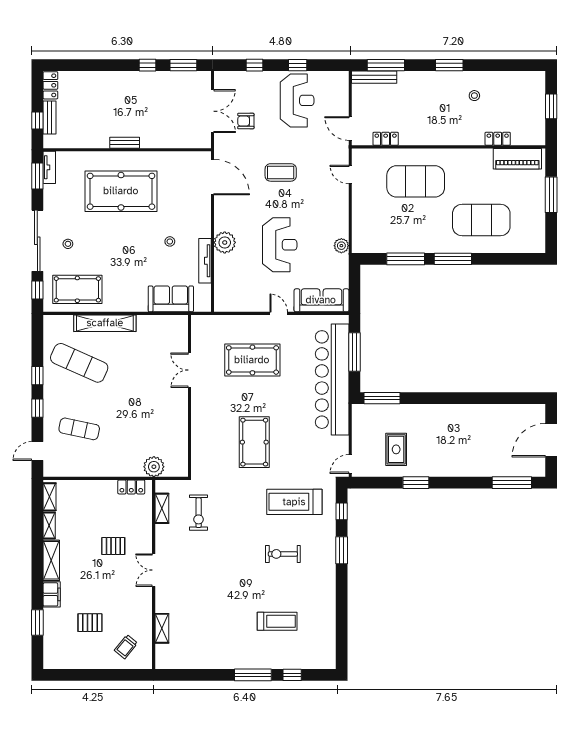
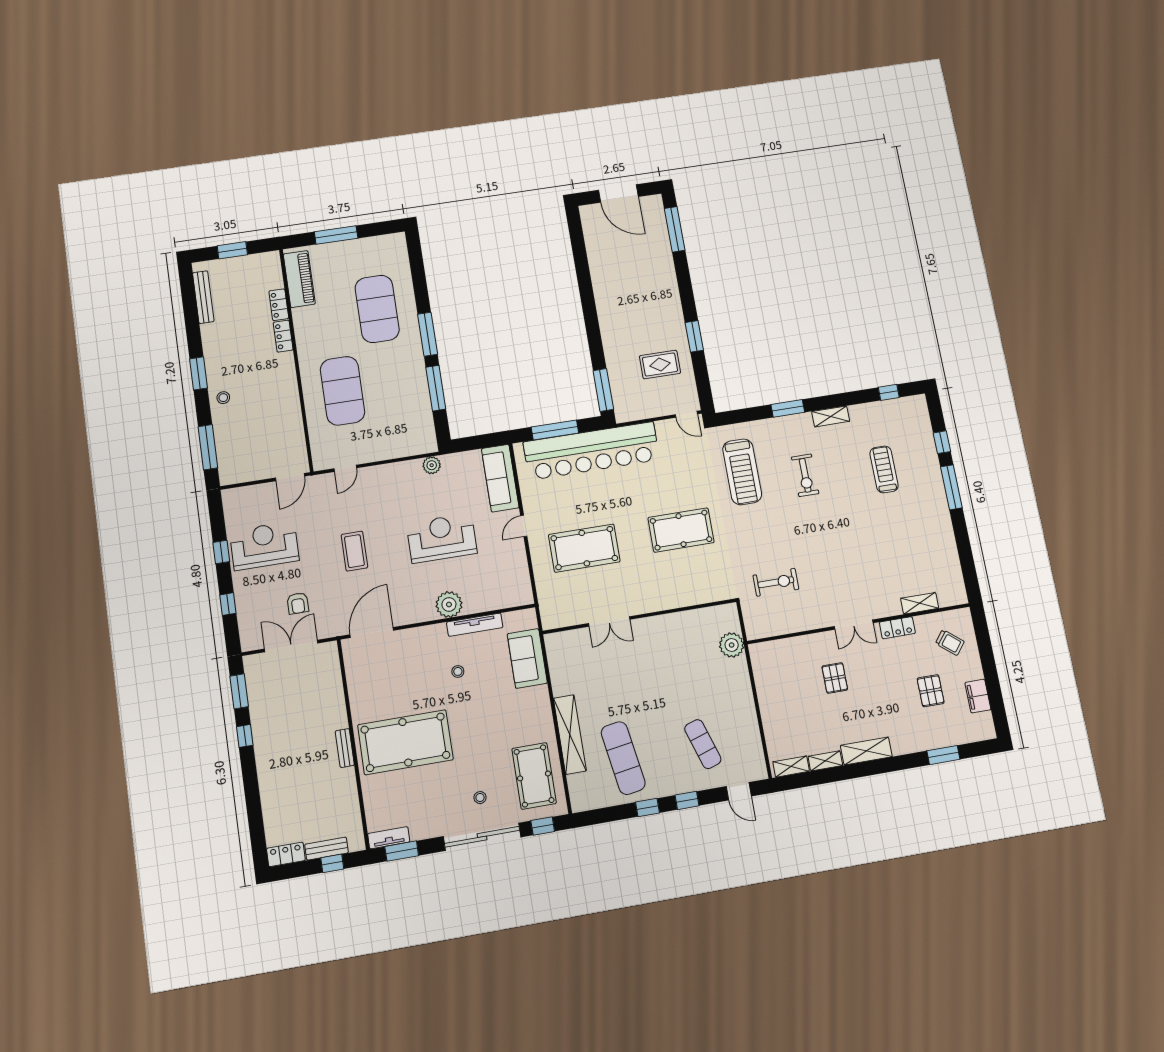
bench: (374, 77) -> (203, 297), moved
stool: (474, 96) -> (223, 398), moved
locker: (386, 139) -> (283, 336), moved
pool table: (121, 191) -> (405, 742), turned 90
pool table: (252, 360) -> (584, 548), turned 90
exercise mat: (79, 363) -> (623, 758), turned -33
exercise mat: (79, 429) -> (703, 744), turned -30
locker: (131, 487) -> (897, 628), moved, turned 90
shelving: (162, 508) -> (831, 416), moved
window: (342, 511) -> (889, 392), moved
filing cabinet: (52, 594) -> (978, 696), moved, turned -90

